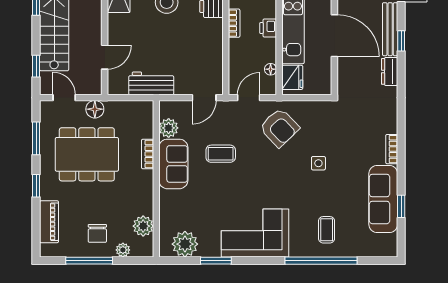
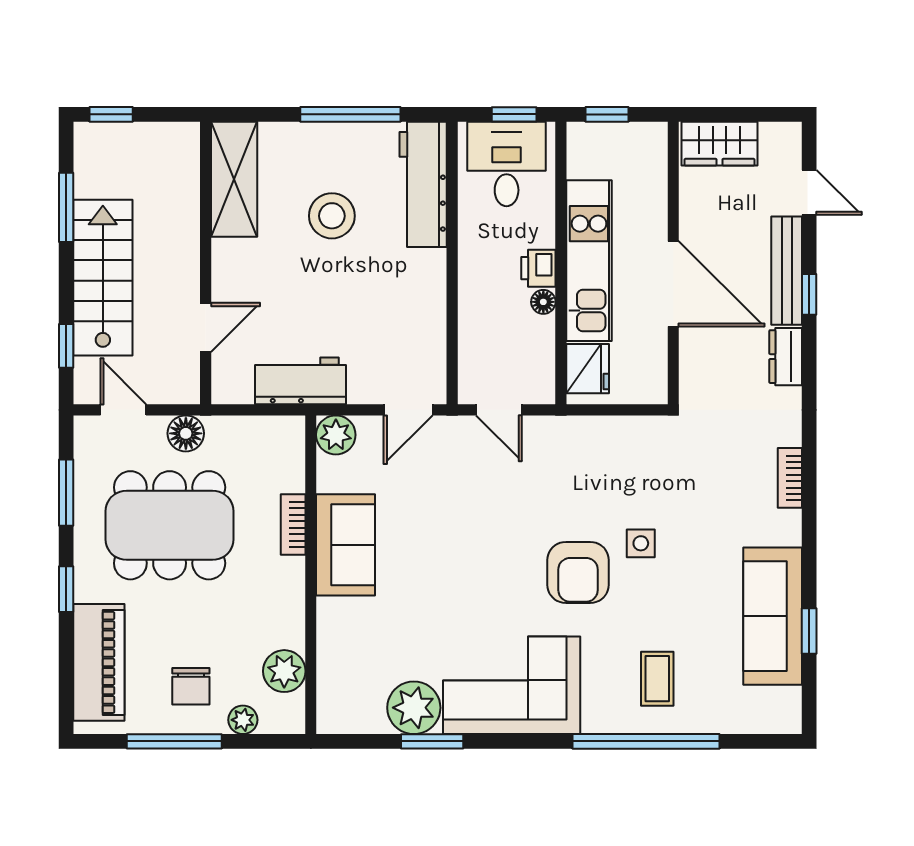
bookcase: (234, 23) -> (469, 258), removed
floor lamp: (271, 69) -> (543, 302), moved
door: (249, 98) -> (499, 410), swing flipped
plant: (169, 128) -> (336, 435), moved
armchair: (279, 128) -> (578, 572), moved, turned 44
bookcase: (392, 149) -> (790, 478), moved
coffee table: (221, 154) -> (442, 524), removed
piano: (49, 222) -> (99, 662), width x1.37, depth x1.33
plant: (185, 244) -> (414, 708), moved

